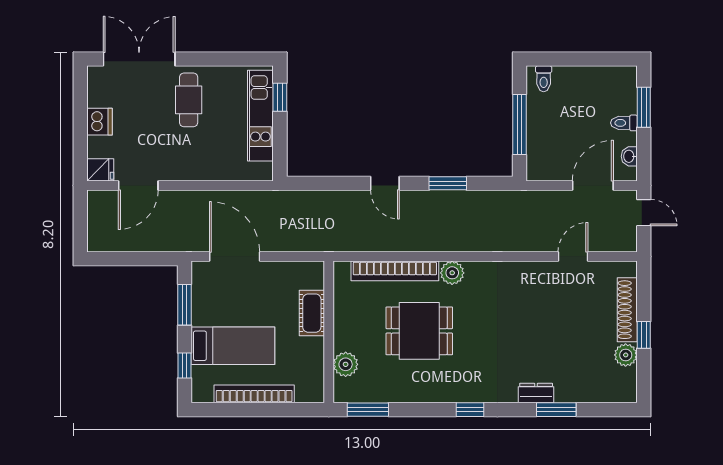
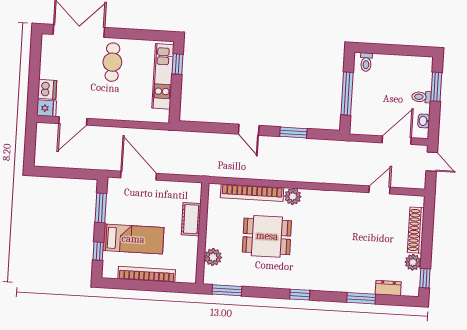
dishwasher: (100, 122) -> (47, 89), moved
window: (644, 335) -> (425, 278), moved
dresser: (536, 393) -> (388, 288), moved

